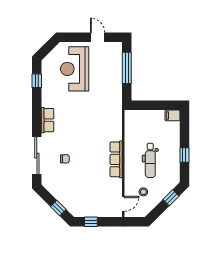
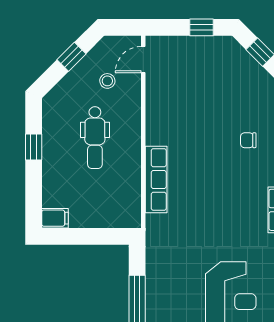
row of seats: (116, 159) -> (156, 179), moved
dental chair: (150, 160) -> (95, 138), turned 180
window: (171, 198) -> (71, 57), moved

